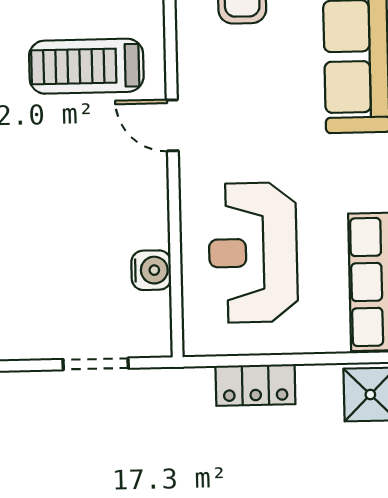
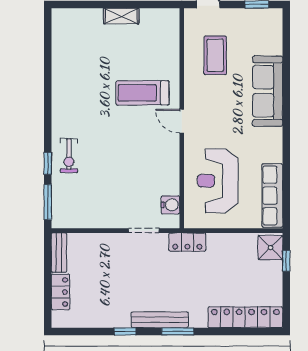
water cooler: (151, 270) -> (170, 205), moved
locker: (255, 385) -> (187, 242), moved

